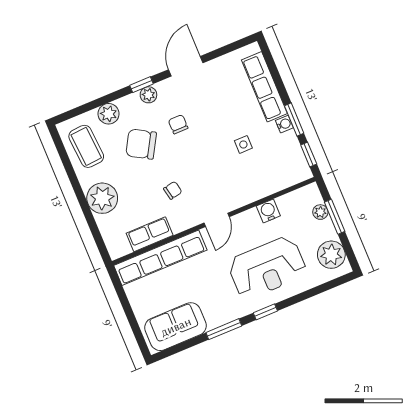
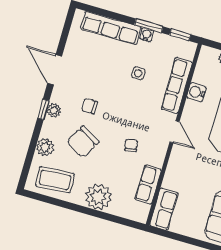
row of seats: (260, 188) -> (177, 86), added
row of seats: (160, 258) -> (164, 209), width x0.50

